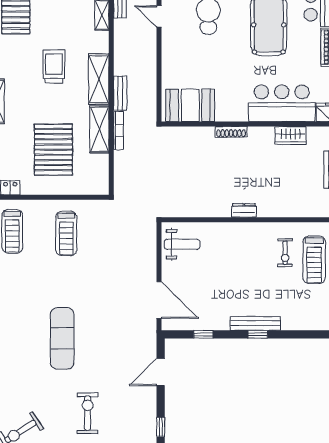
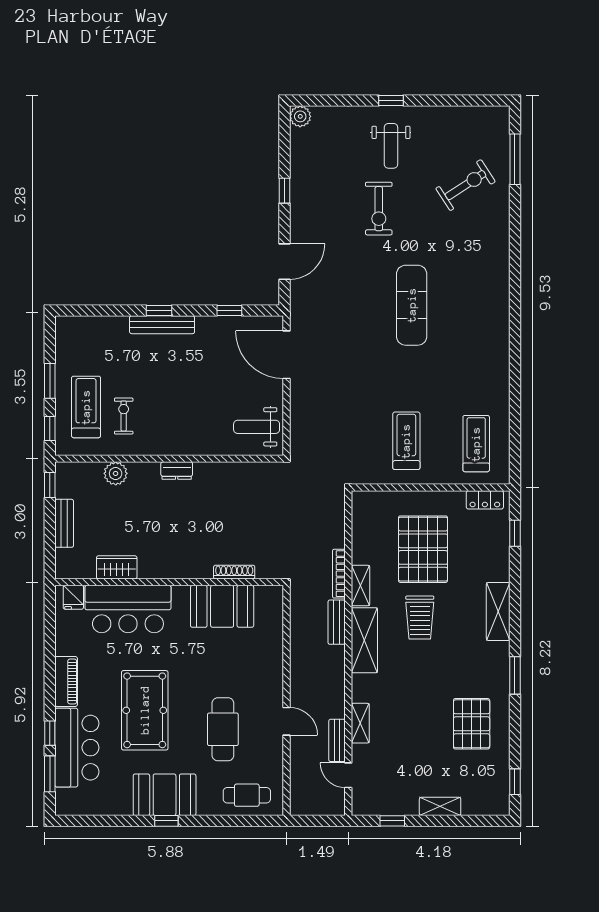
trolley: (54, 66) -> (420, 618), moved
booth: (190, 105) -> (222, 606), moved
shelving: (99, 129) -> (360, 586), width x0.67, depth x0.75
shoe rack: (231, 132) -> (234, 572), moved
plant: (291, 208) -> (116, 473), added

